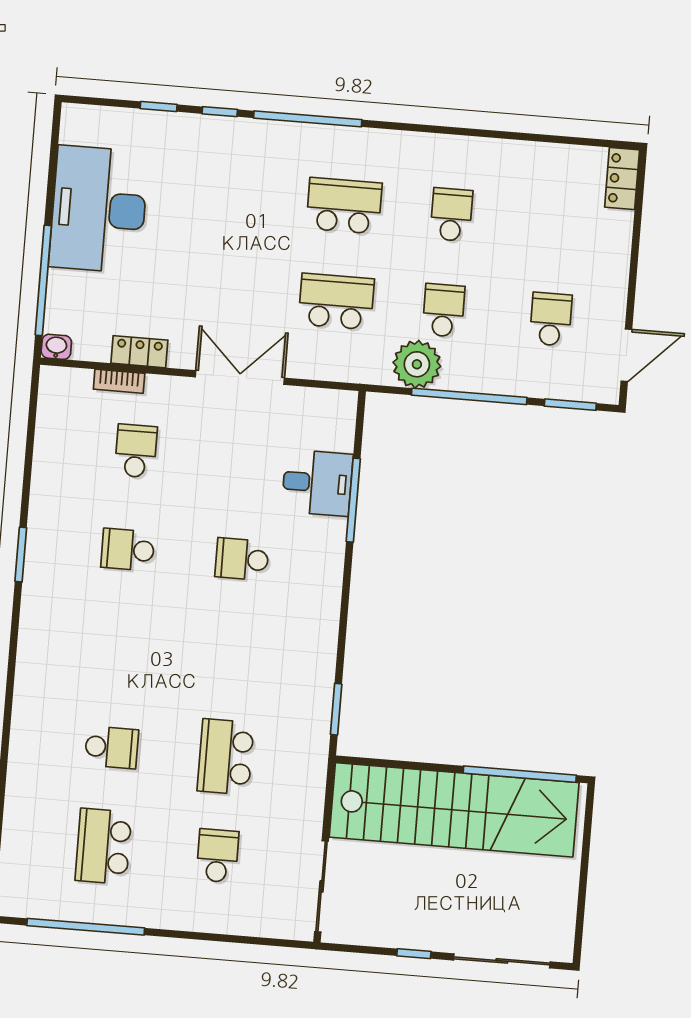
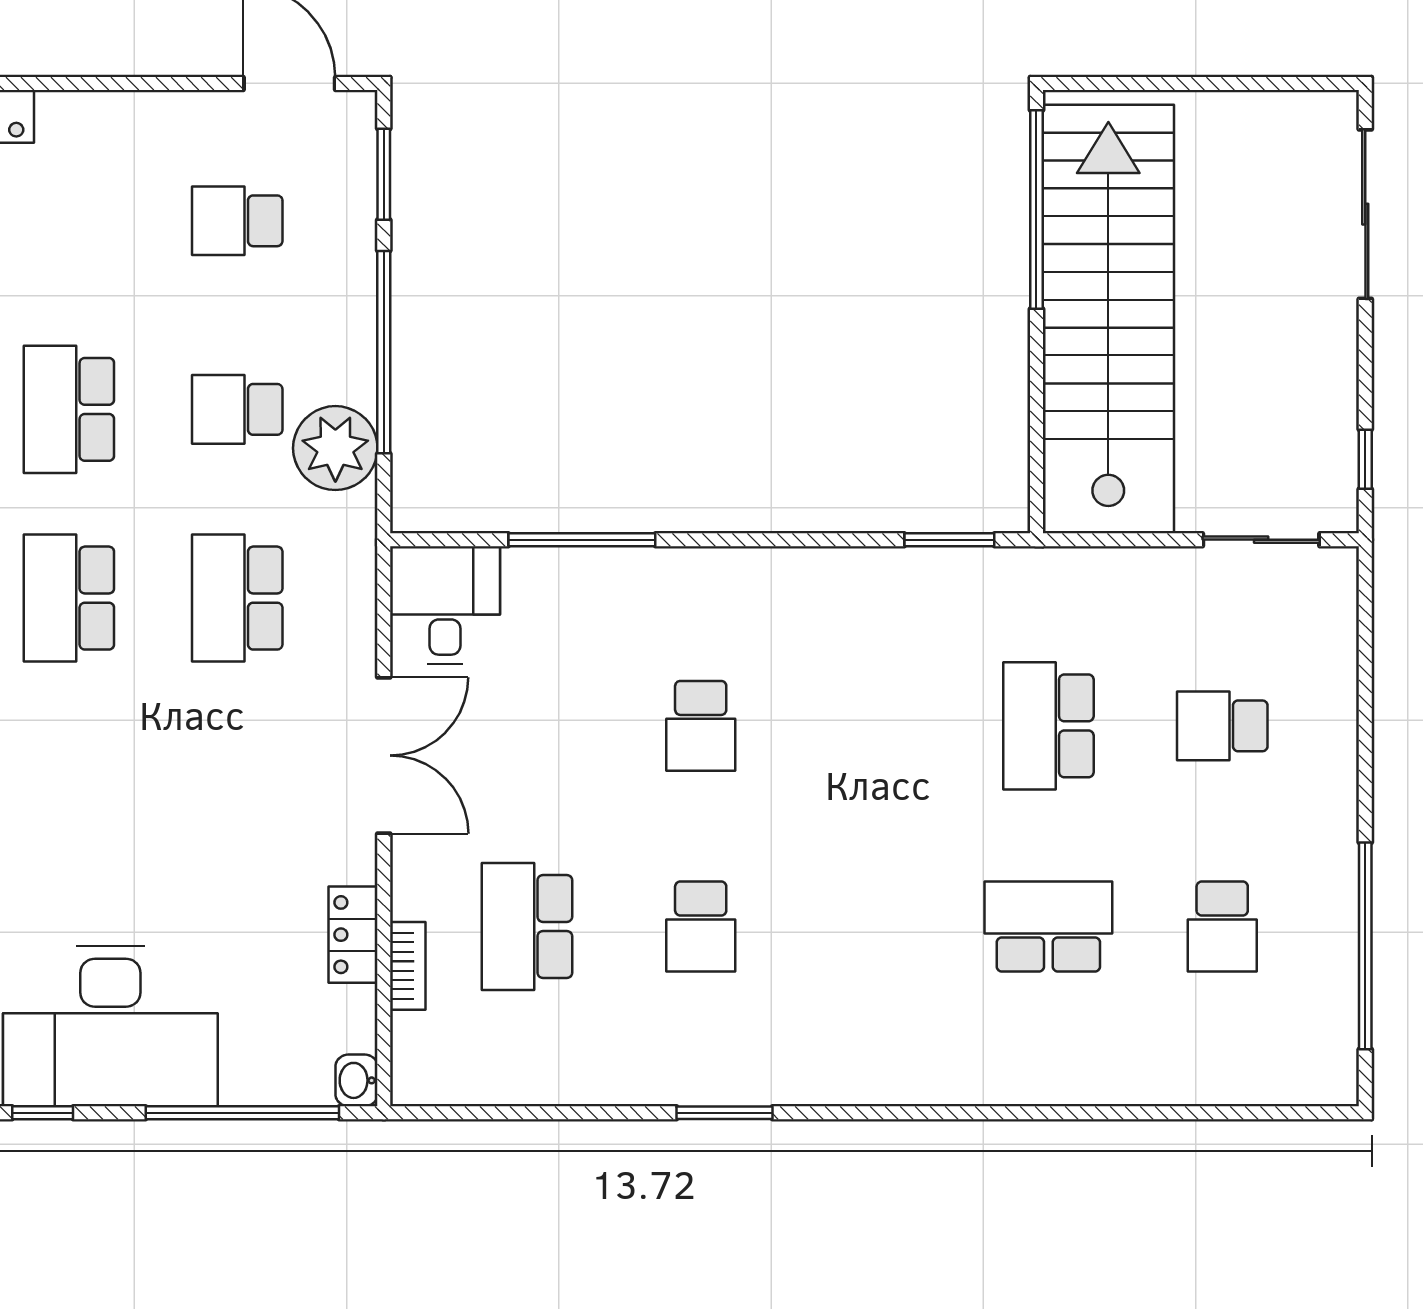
window: (53, 167) -> (43, 1113), added
school desk: (451, 215) -> (69, 409), width x1.85
double door: (240, 378) -> (384, 755), swing flipped
school desk: (136, 451) -> (527, 926), width x1.85
desk: (317, 483) -> (445, 605), moved
school desk: (112, 747) -> (1048, 926), width x1.85
school desk: (226, 757) -> (1048, 726), turned 90
school desk: (103, 846) -> (1222, 926), width x0.54
sliding door: (322, 886) -> (1261, 540), width x0.73
window: (414, 954) -> (1365, 459), moved

